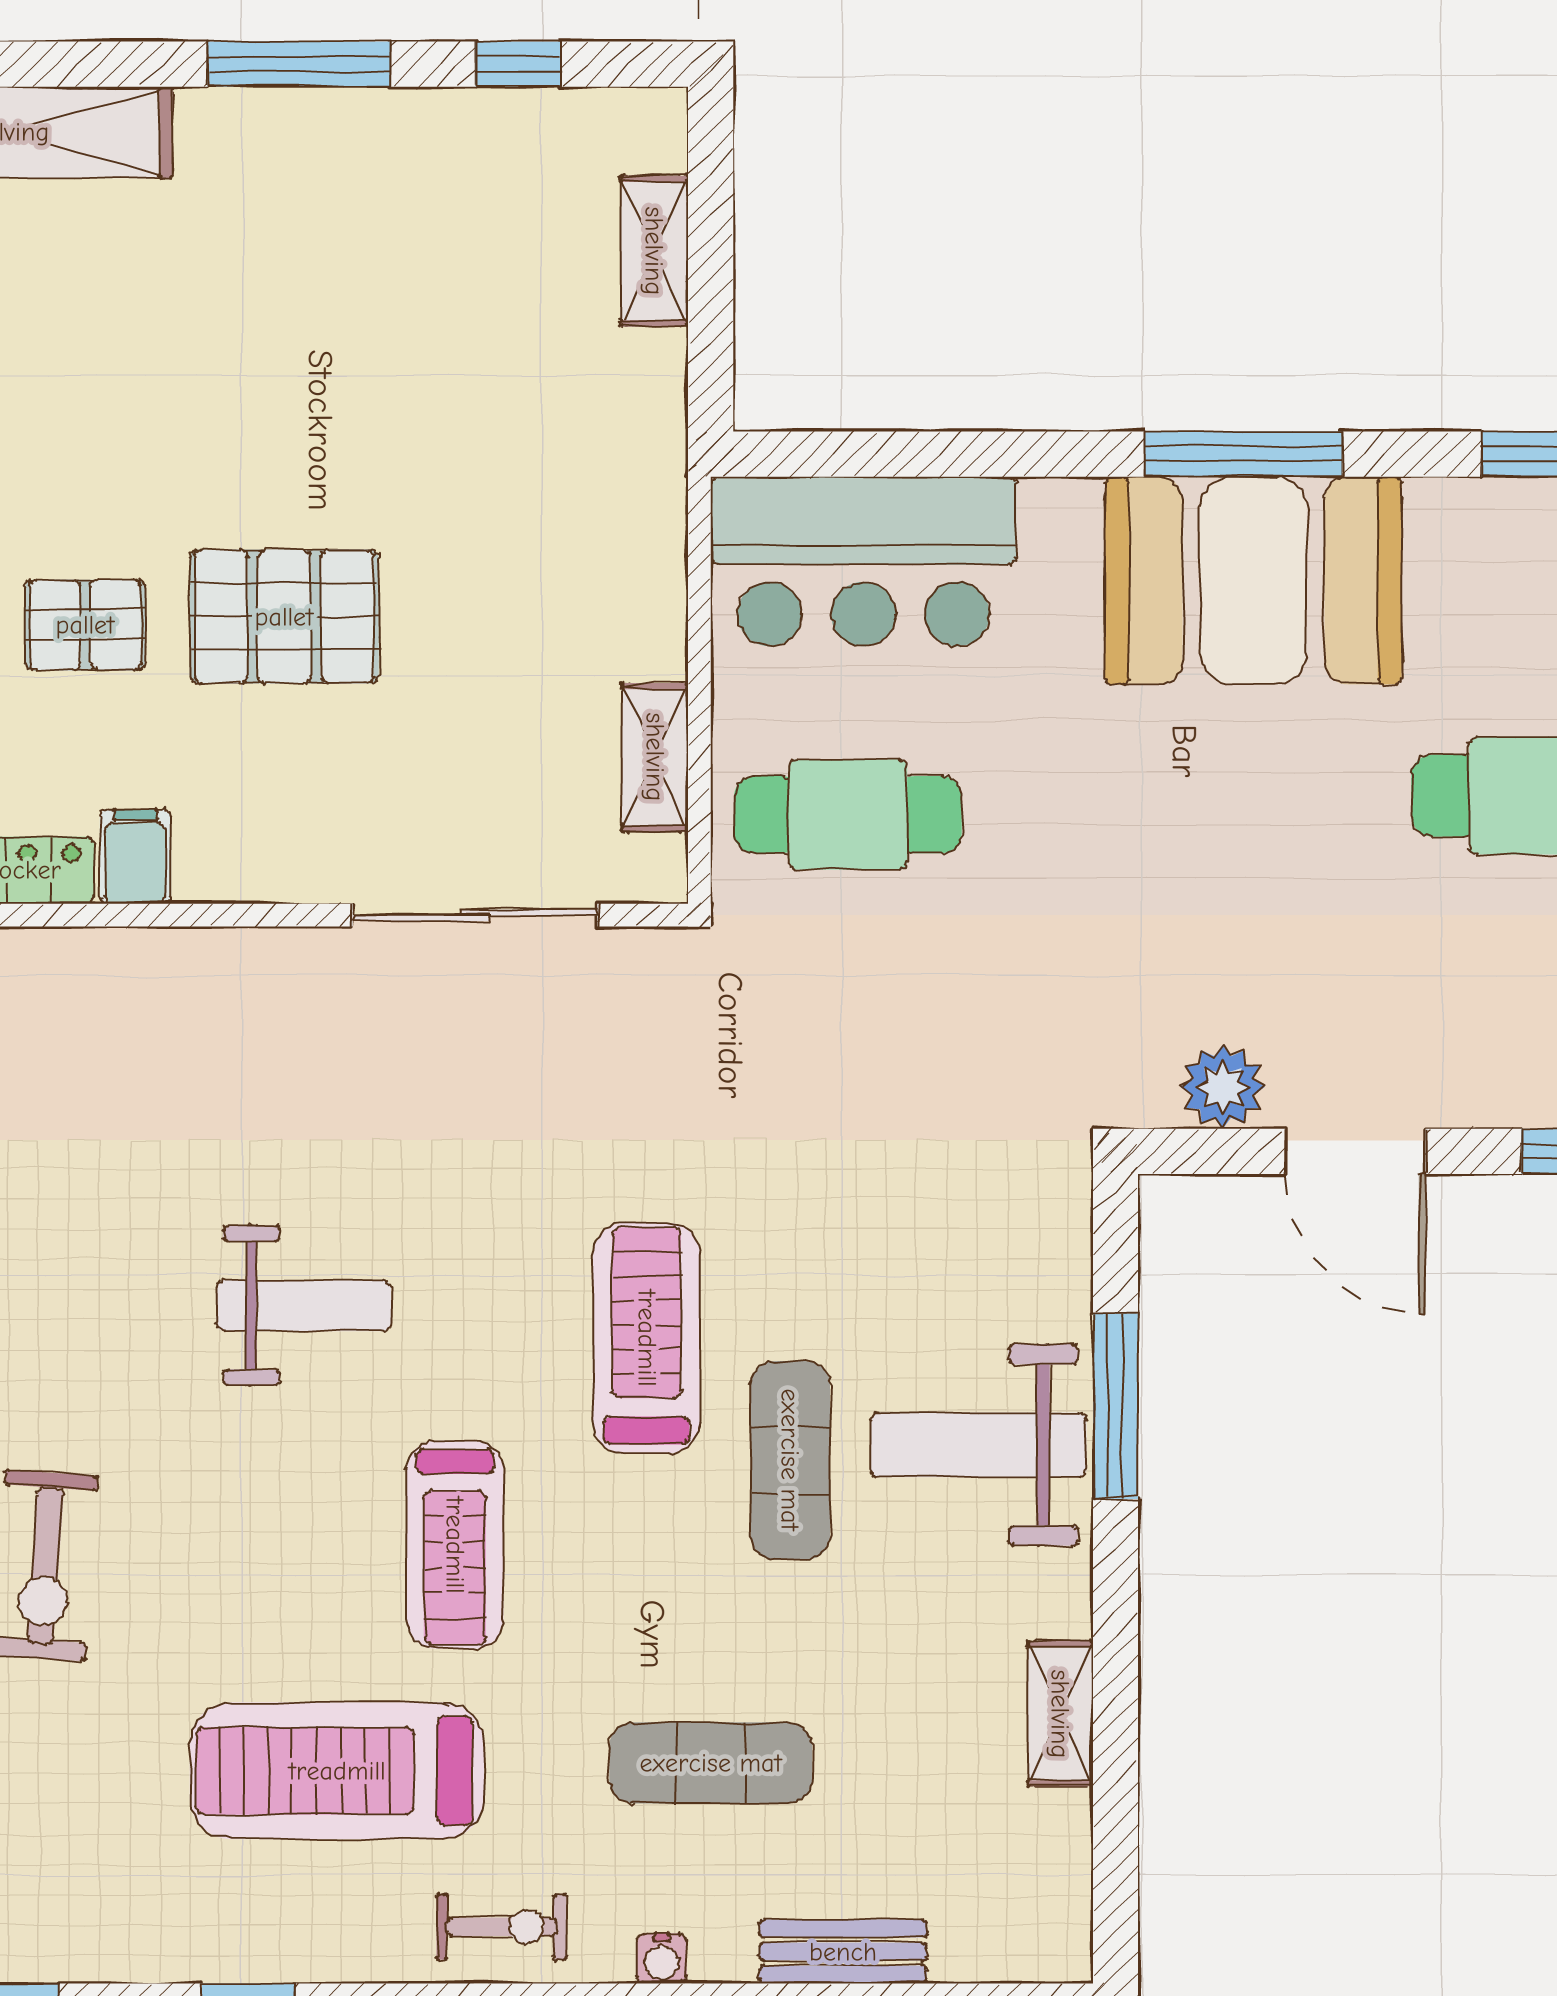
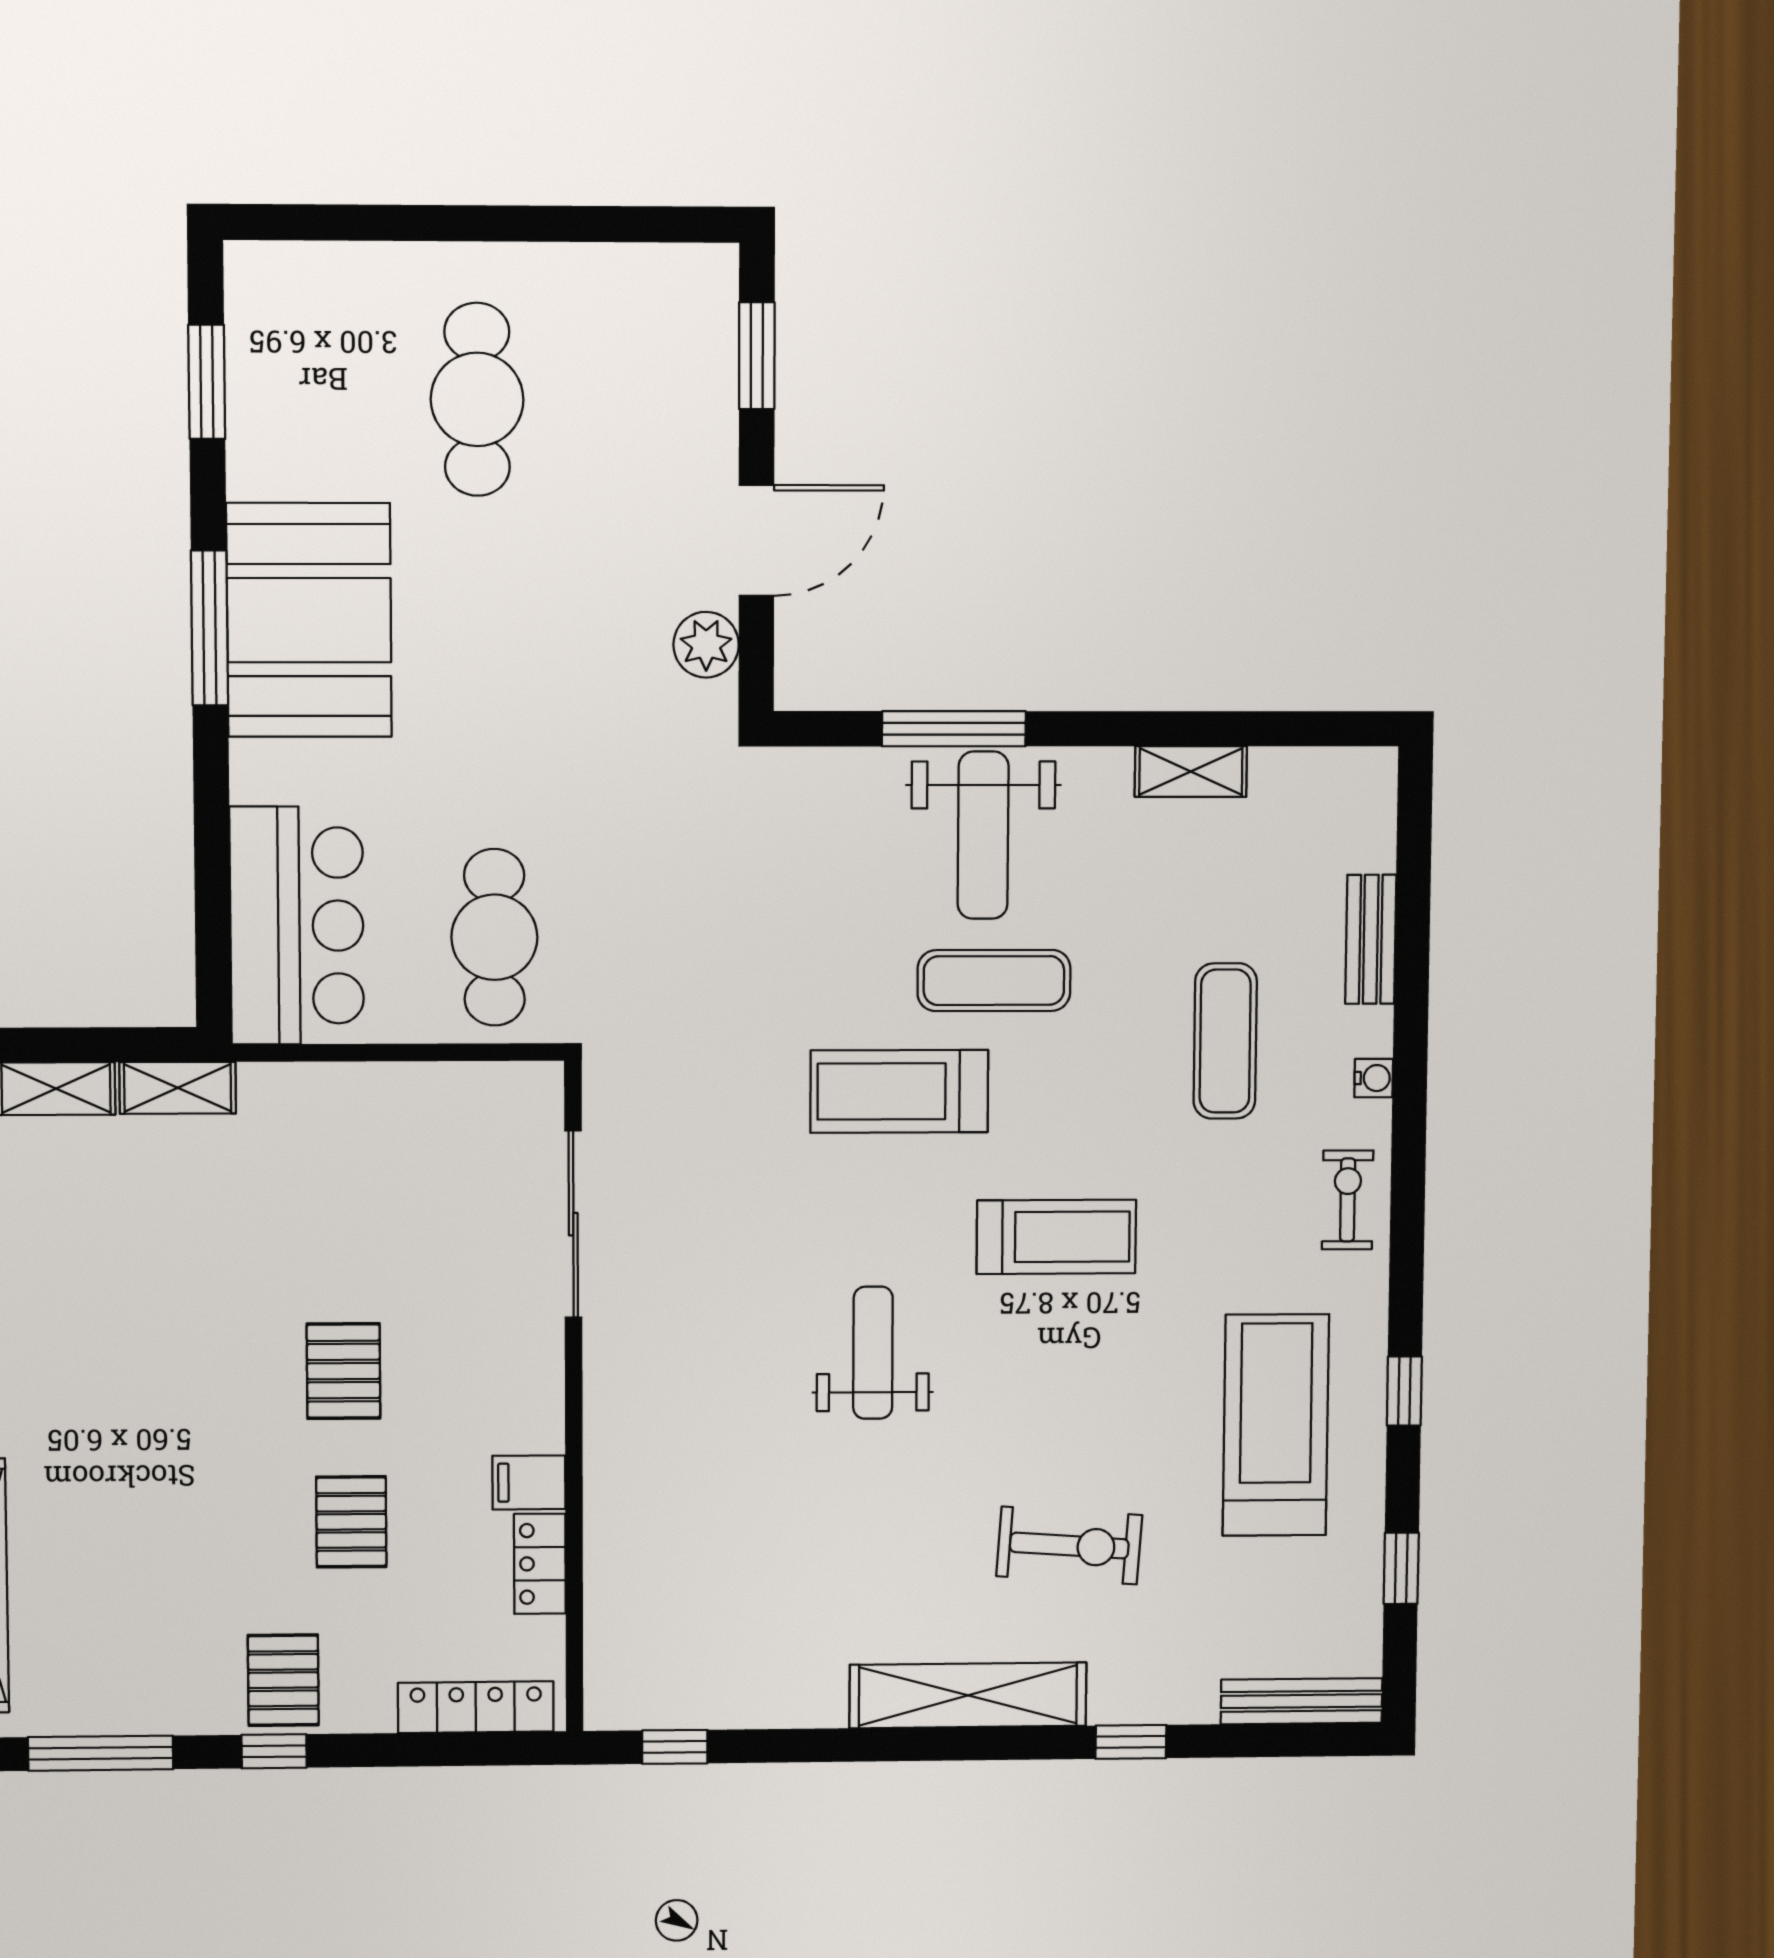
pallet: (284, 617) -> (343, 1371), width x0.67, depth x0.71
shelving: (655, 757) -> (178, 1088), moved
treadmill: (337, 1771) -> (1276, 1425), moved, turned 180

